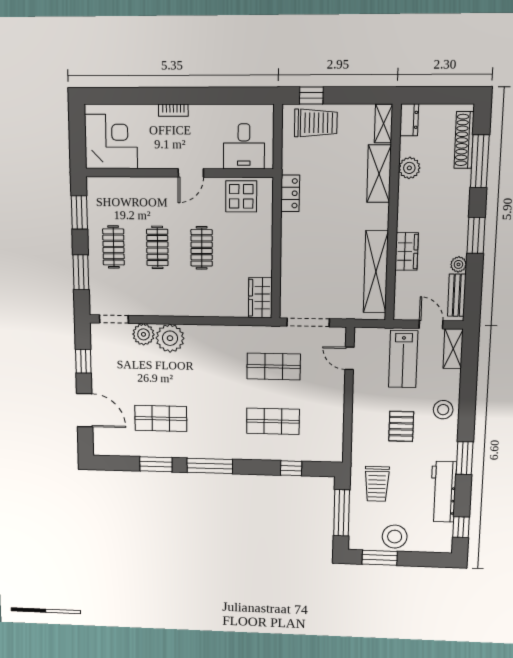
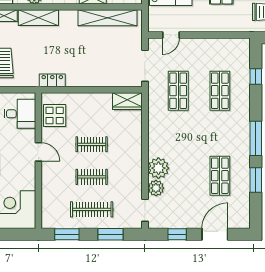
clothes rail: (113, 247) -> (92, 209), width x1.36

